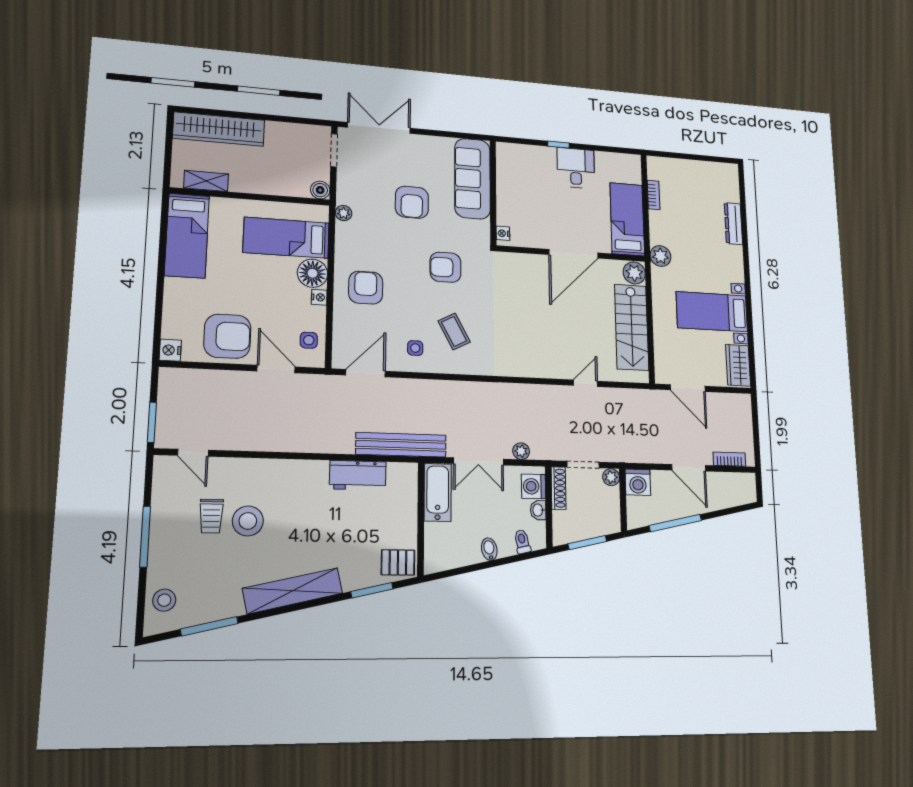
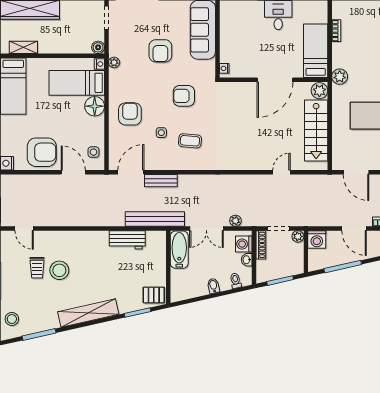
nightstand: (319, 297) -> (99, 64), moved
coffee table: (454, 332) -> (190, 141), turned -57
side table: (415, 348) -> (161, 133), moved
bench: (411, 388) -> (161, 181), added

